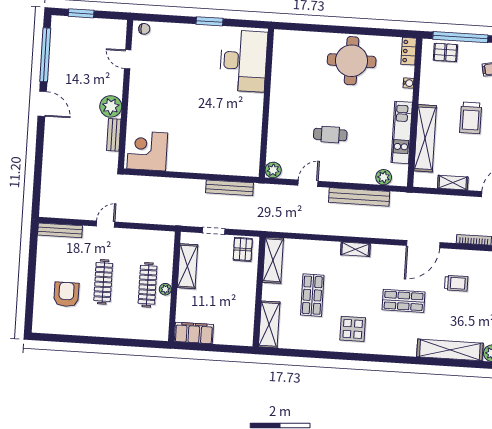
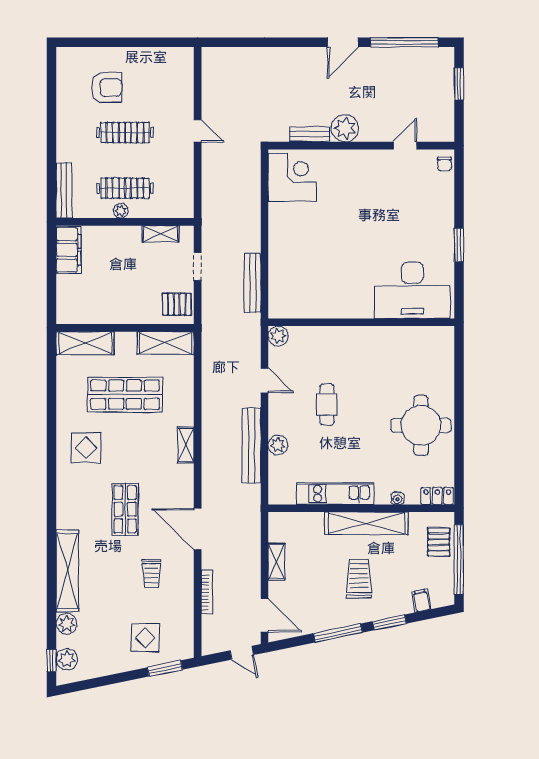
trolley: (471, 118) -> (359, 579), turned 90
shelving: (425, 138) -> (366, 523), moved
plant: (384, 177) -> (278, 445), moved
bench: (60, 230) -> (64, 191), moved
shelving: (188, 266) -> (161, 234), width x0.67, depth x0.75
shop shelf: (312, 295) -> (125, 395), width x1.43, depth x1.36

